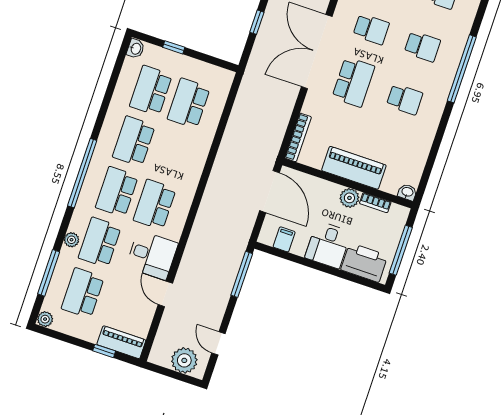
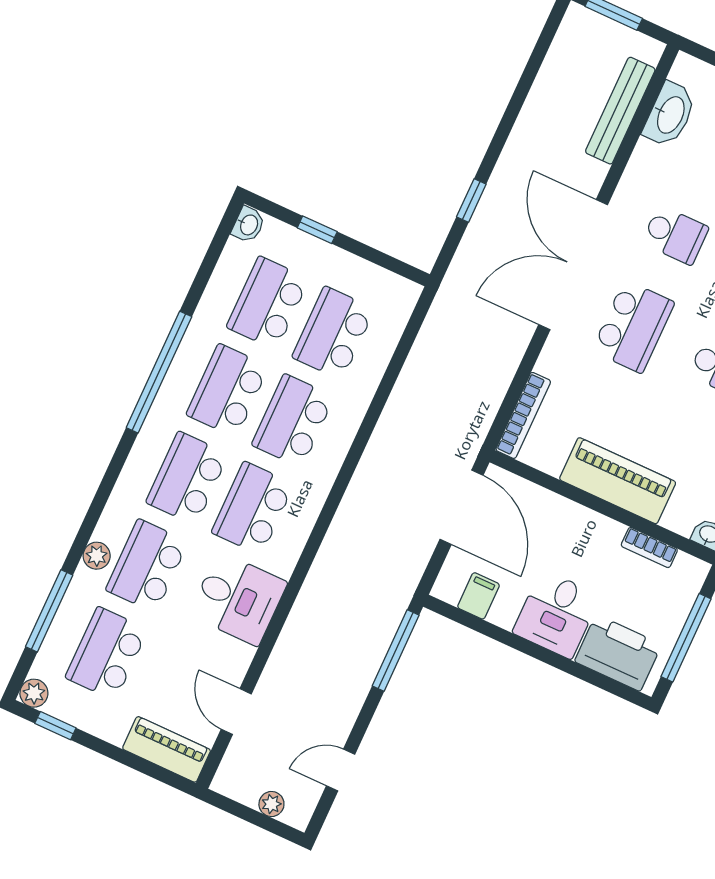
school desk: (172, 154) -> (293, 421), added
window: (82, 173) -> (159, 372), moved
plant: (349, 198) -> (604, 534), removed
door: (165, 294) -> (236, 712), moved
door: (218, 343) -> (341, 770), hinge flipped
window: (104, 351) -> (55, 726), moved
plant: (184, 360) -> (271, 804), width x0.53, depth x0.53

